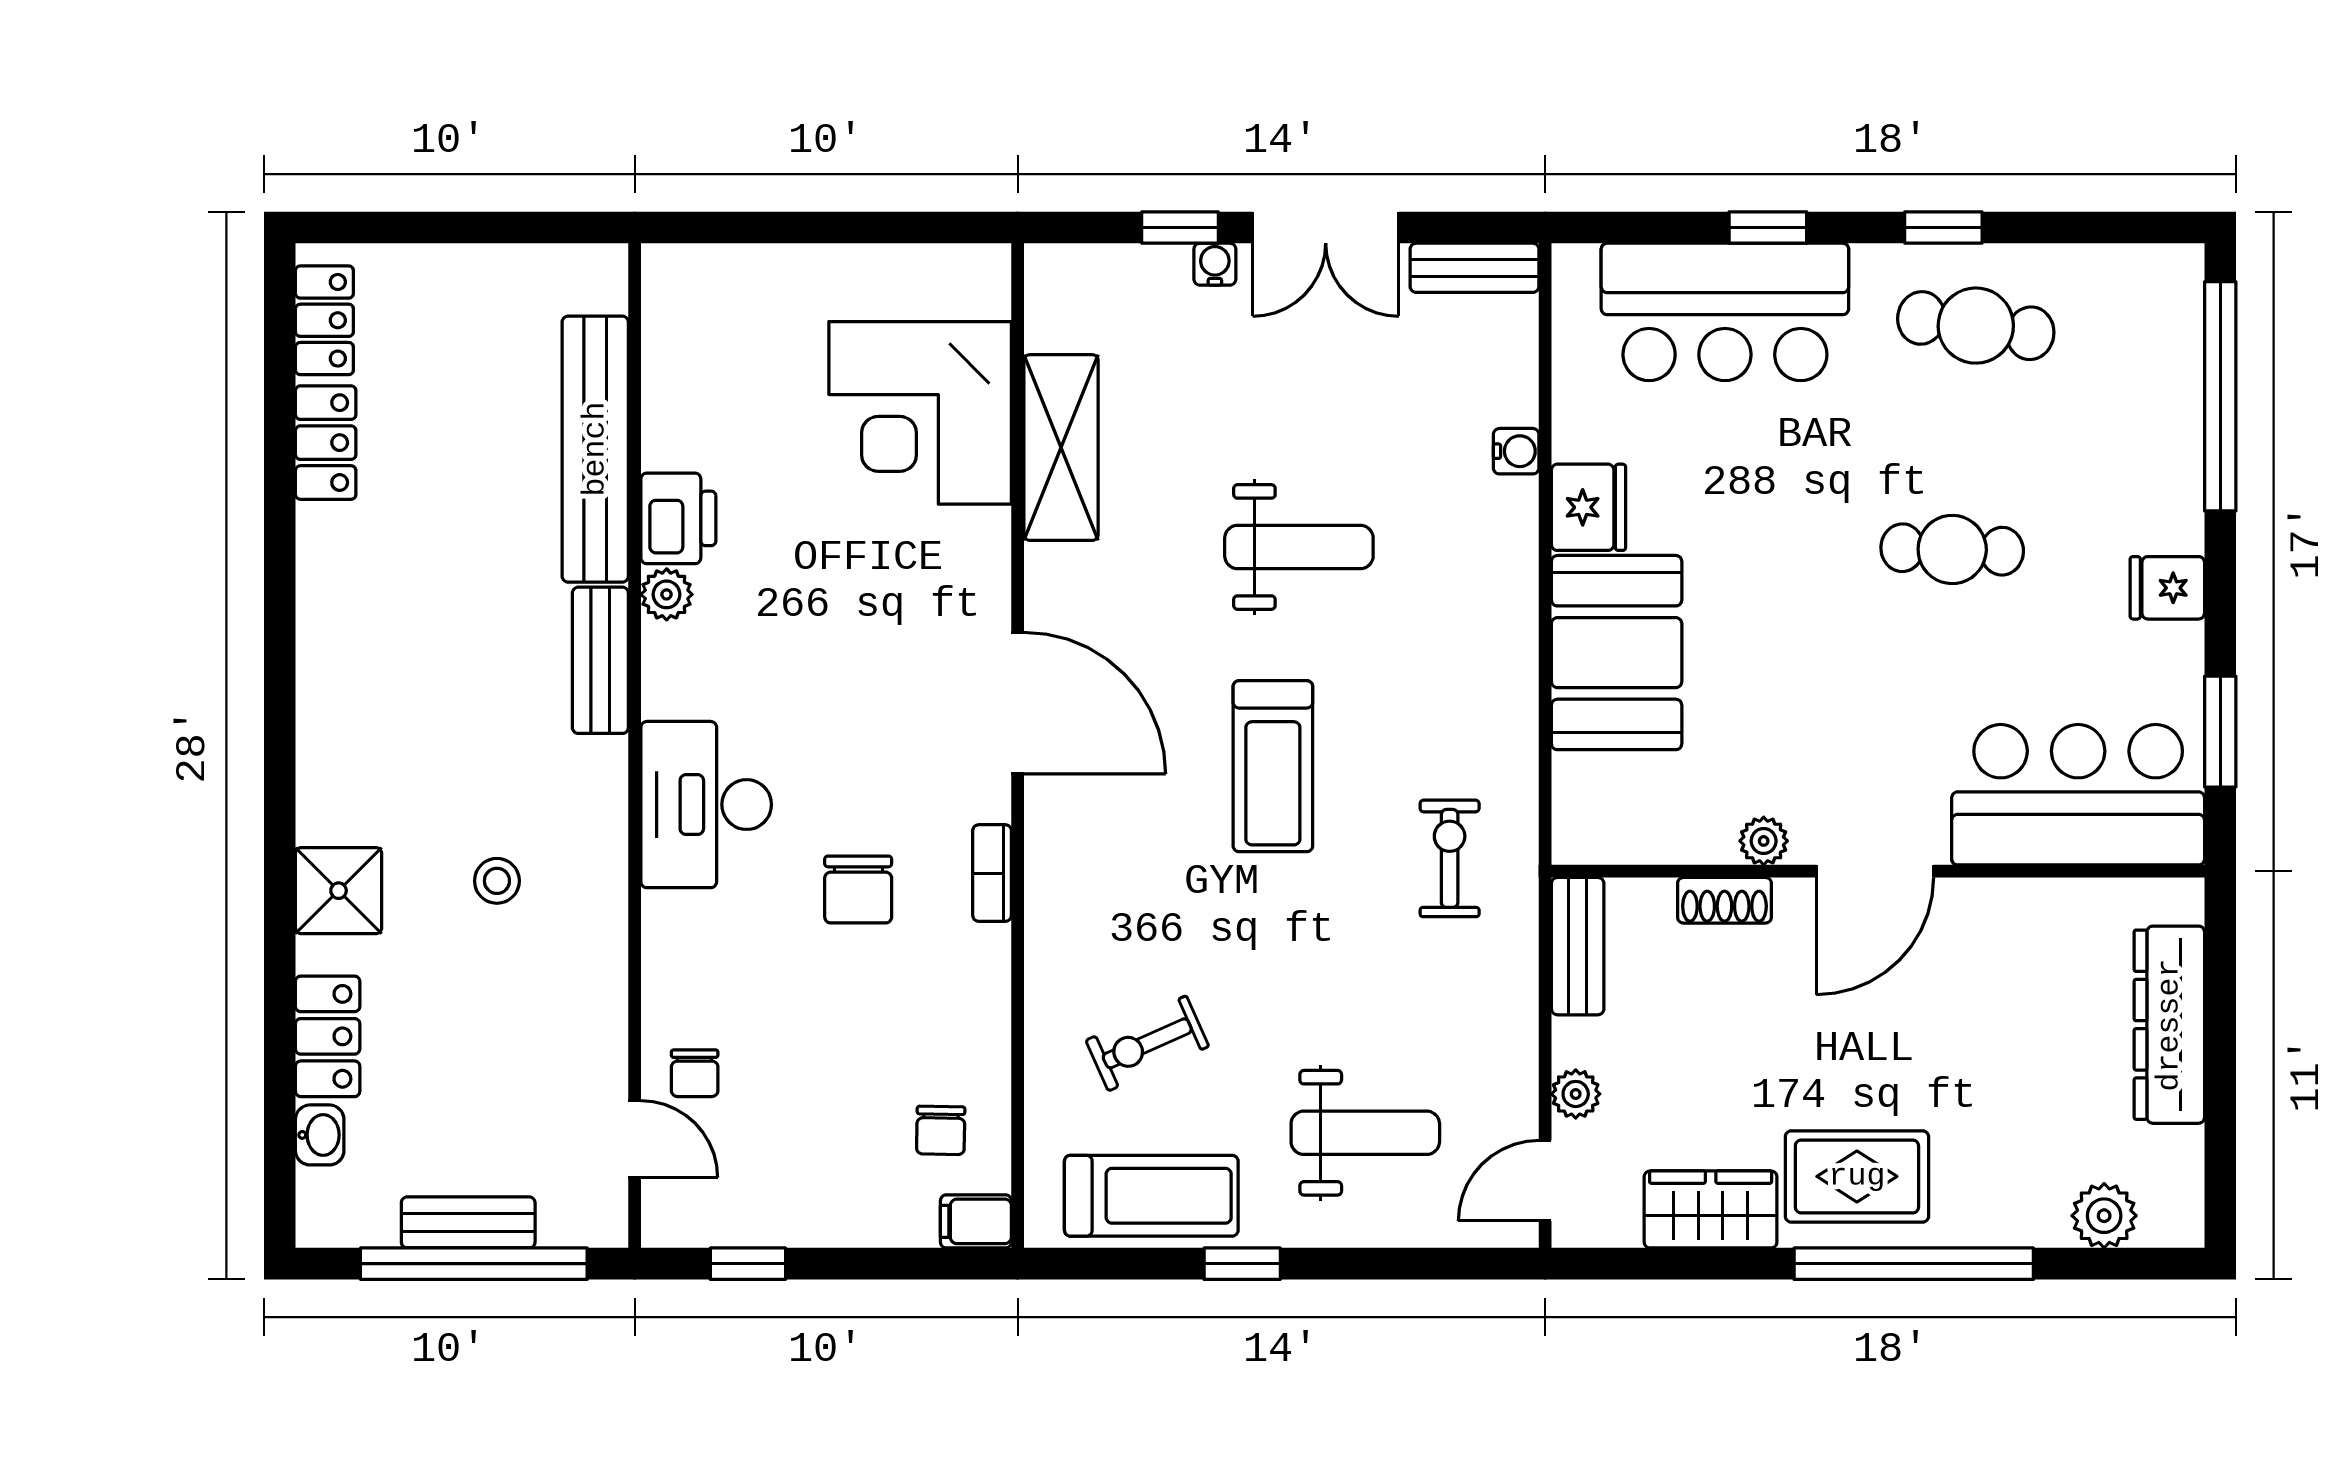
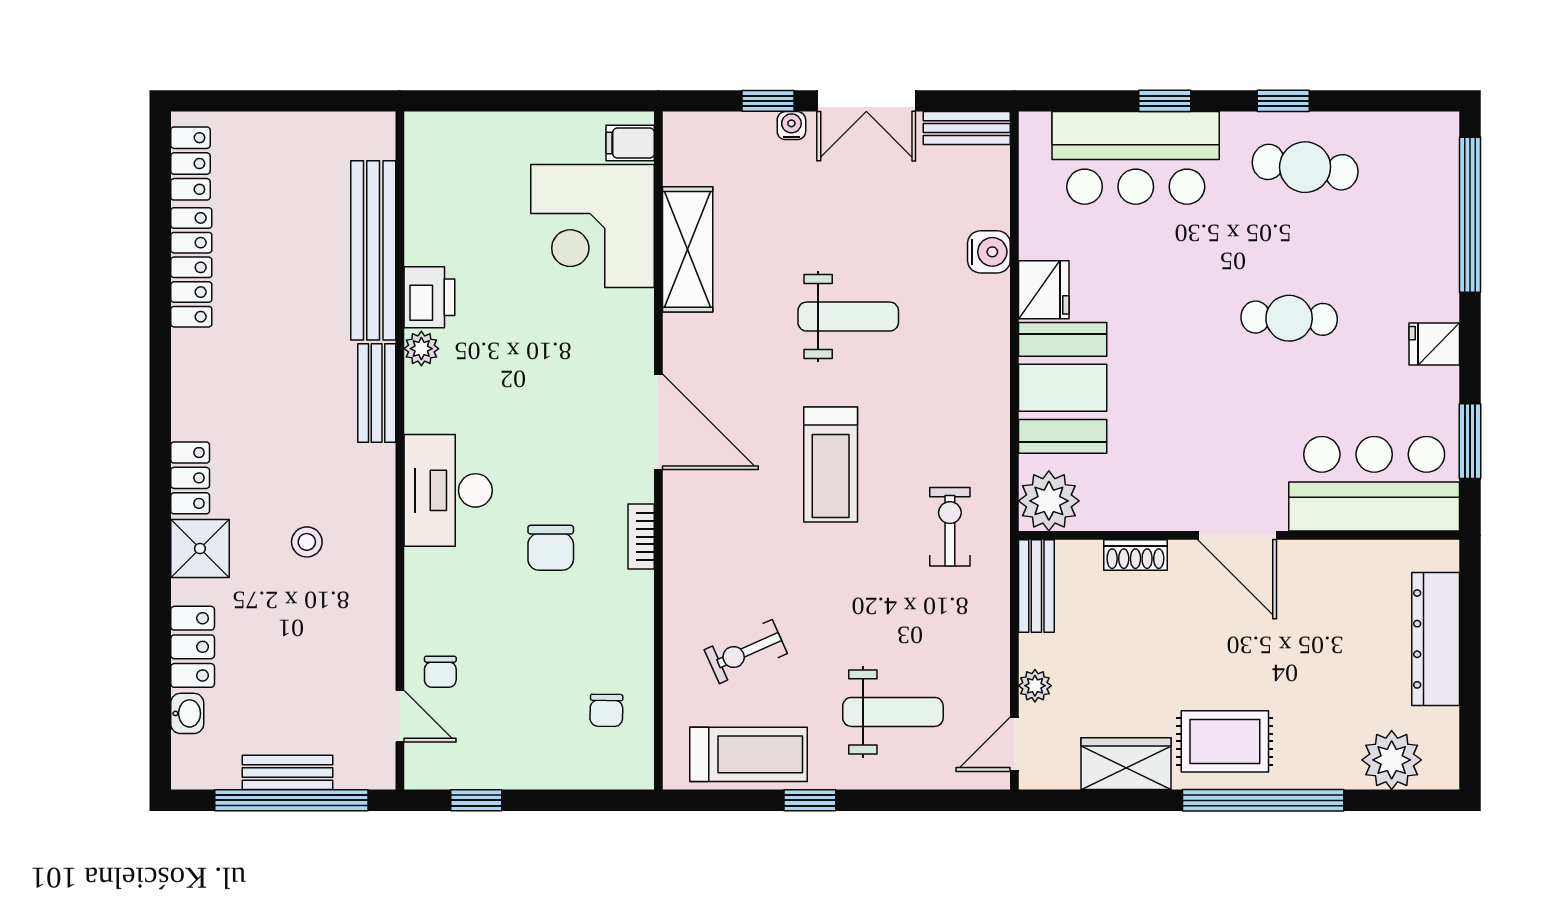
locker: (326, 443) -> (191, 267), width x1.53
water cooler: (1516, 451) -> (989, 252), width x1.38, depth x1.38
locker: (324, 786) -> (190, 478), added
plant: (1764, 841) -> (1049, 501), moved, width x1.88, depth x1.88
door: (1875, 871) -> (1237, 535), hinge flipped
plant: (2104, 1216) -> (1392, 760), width x1.36, depth x1.36
filing cabinet: (976, 1221) -> (630, 143), moved

